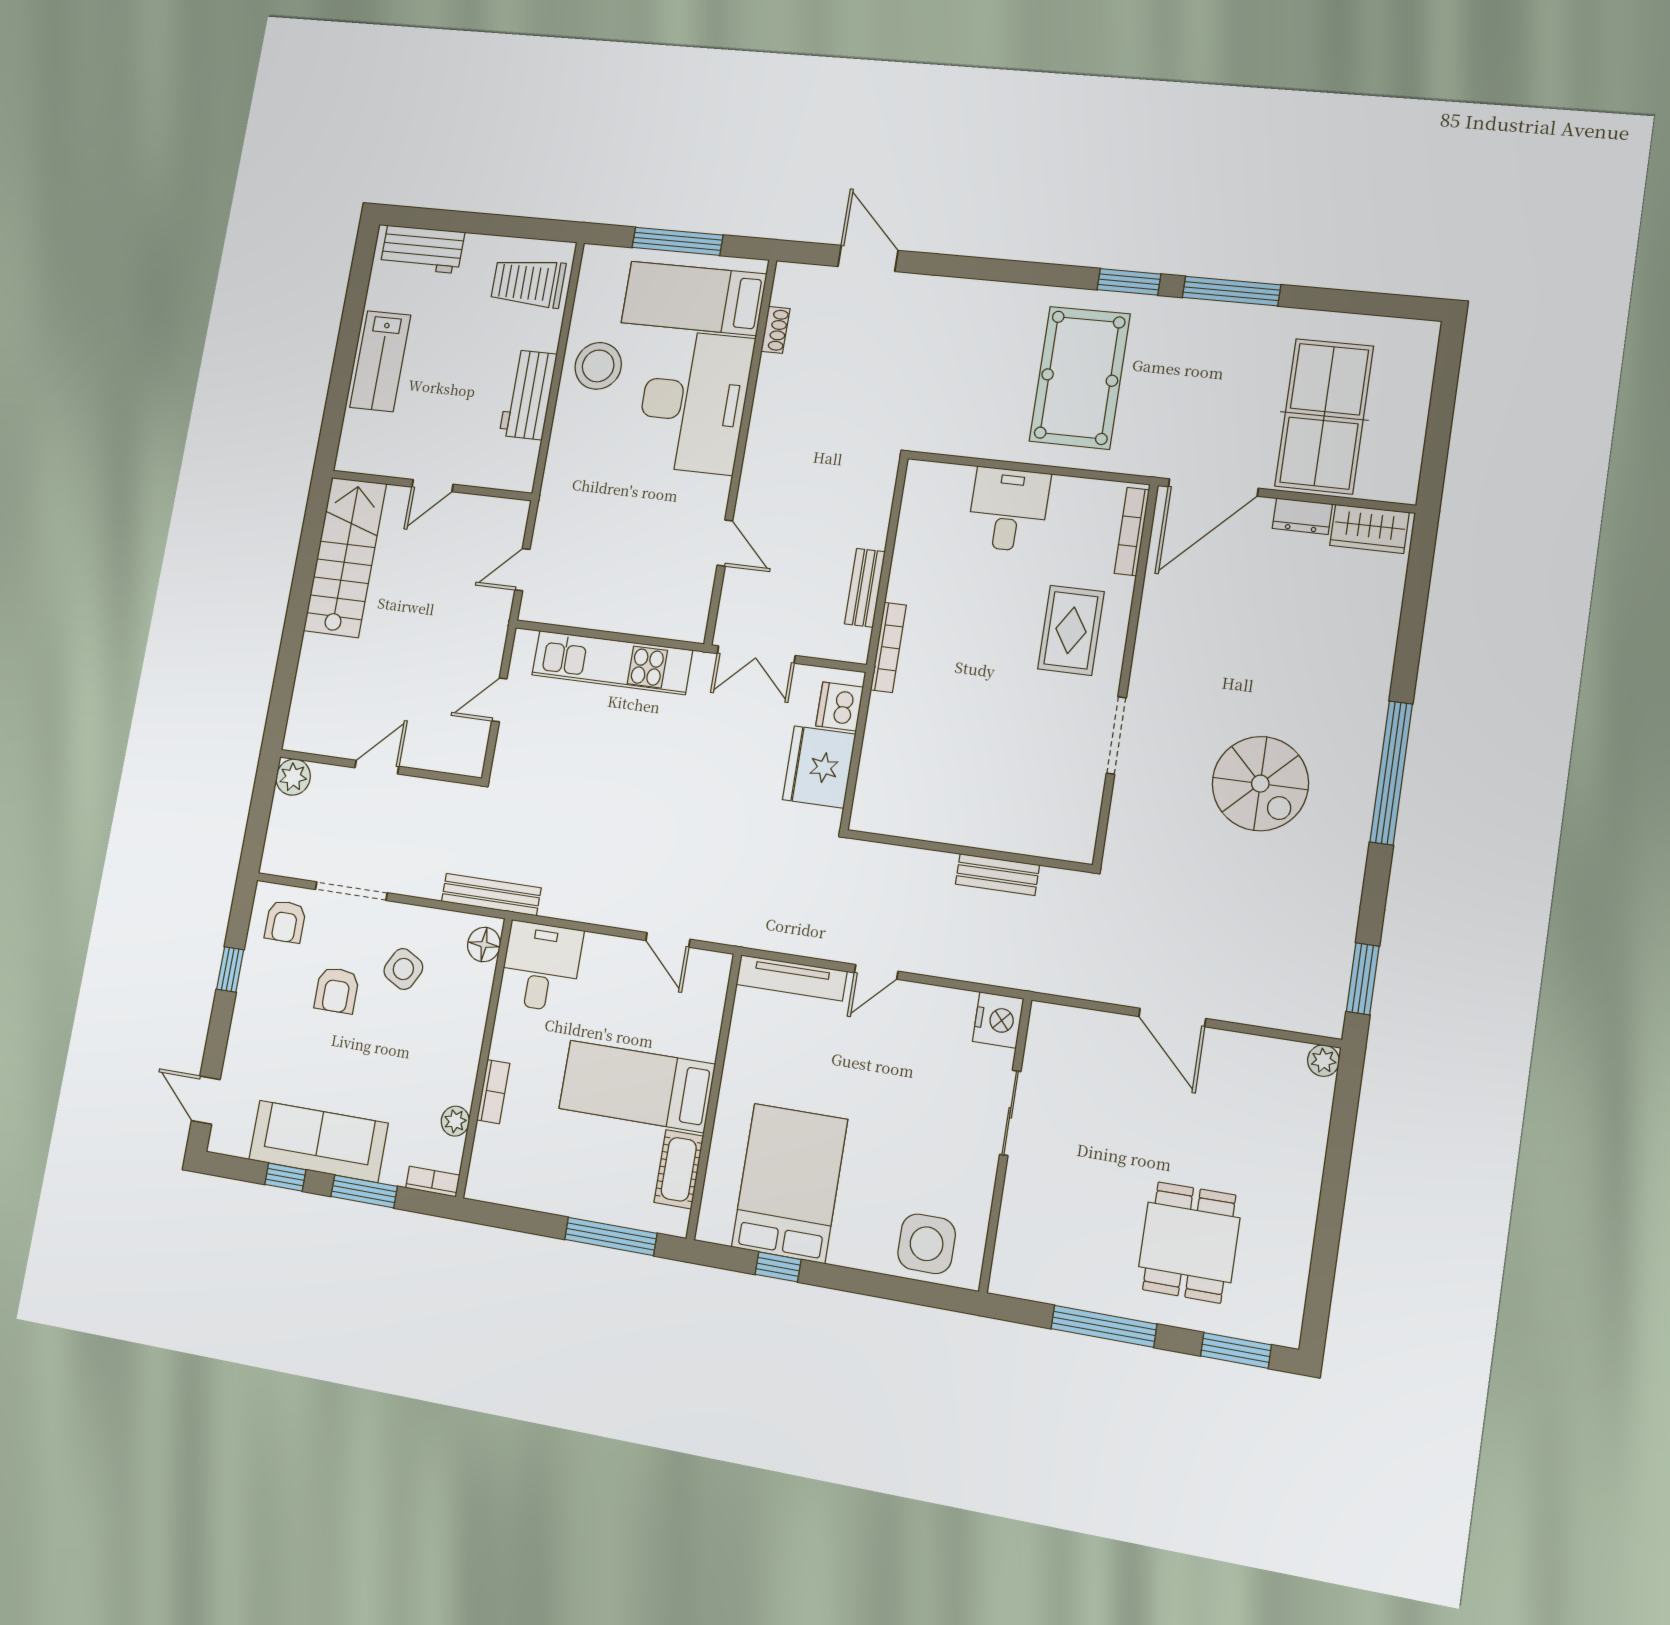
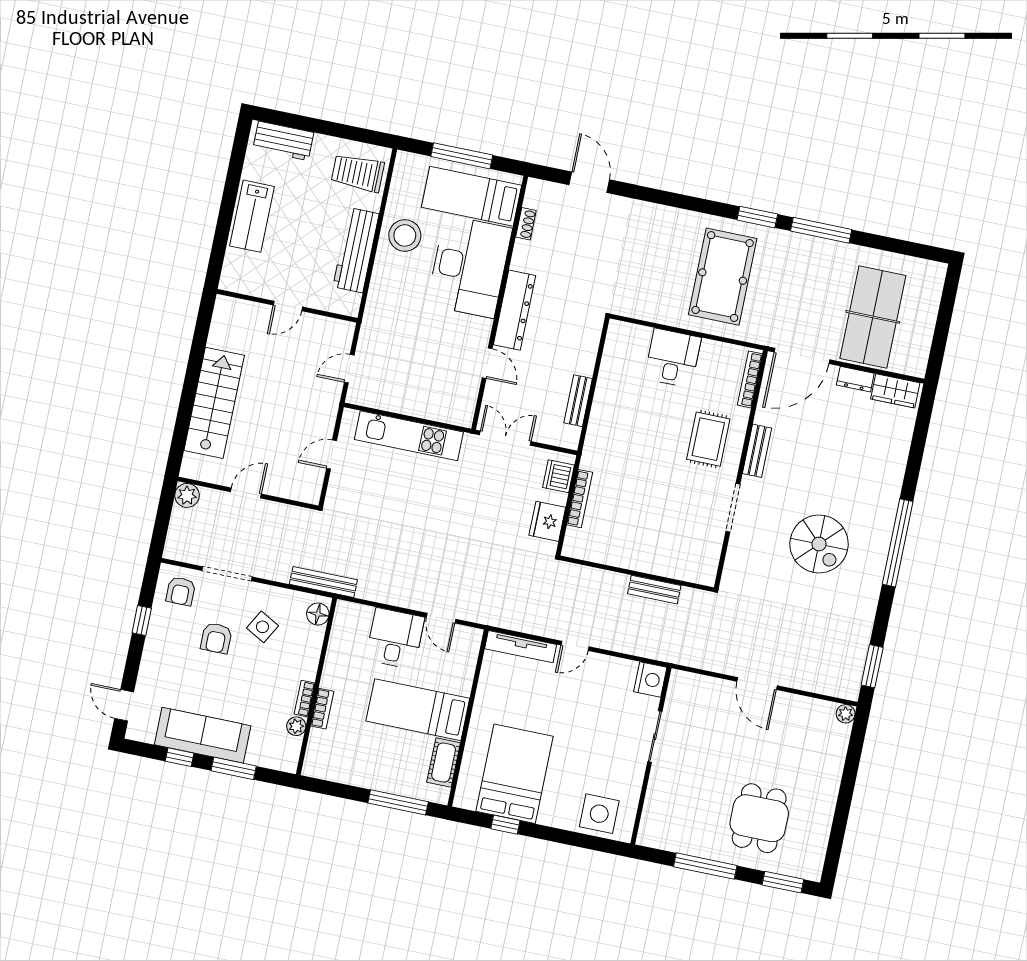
workbench: (528, 395) -> (356, 250), width x1.37
dresser: (763, 460) -> (514, 310), added
stairs: (345, 557) -> (214, 403), moved
bench: (1150, 642) -> (757, 451), added
bookcase: (888, 647) -> (580, 499), moved
double door: (756, 654) -> (505, 438), swing flipped
fridge: (819, 767) -> (547, 521), width x0.73, depth x0.75
desk: (541, 966) -> (395, 638), moved
bookcase: (433, 1182) -> (305, 699), moved, turned -90

